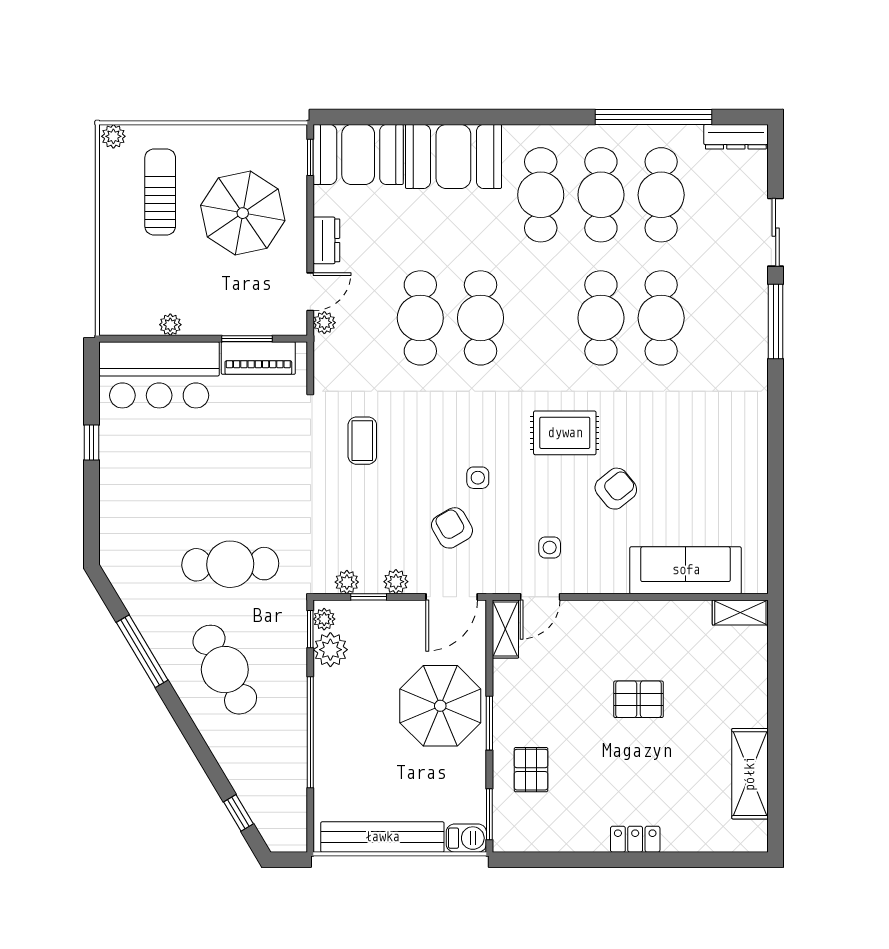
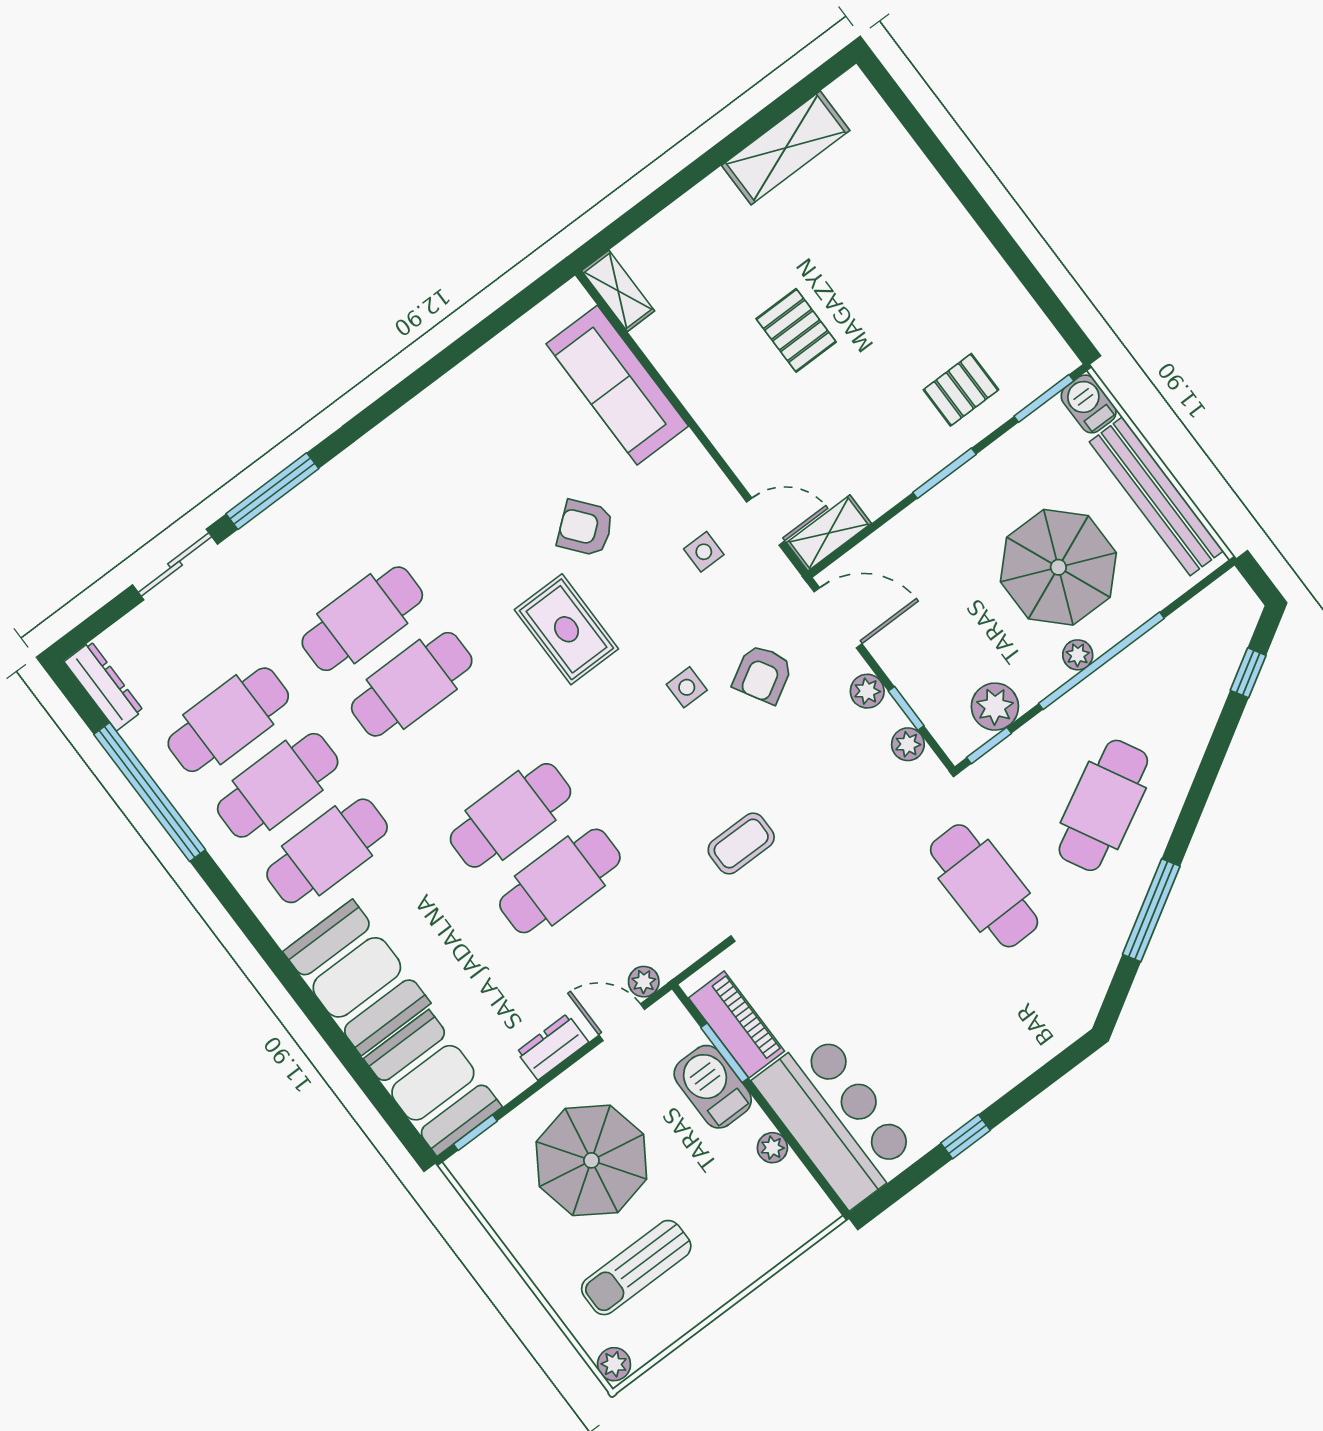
barbecue: (232, 317) -> (713, 1087), added
plant: (324, 619) -> (1078, 655), moved
parasol: (440, 706) -> (1058, 567), moved
locker: (635, 839) -> (951, 219), removed

